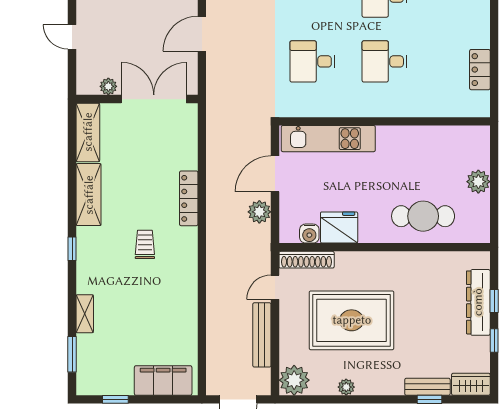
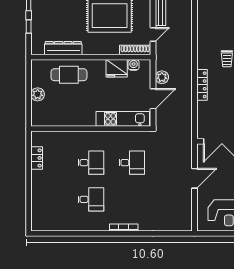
dresser: (478, 302) -> (63, 48), moved, turned -90

